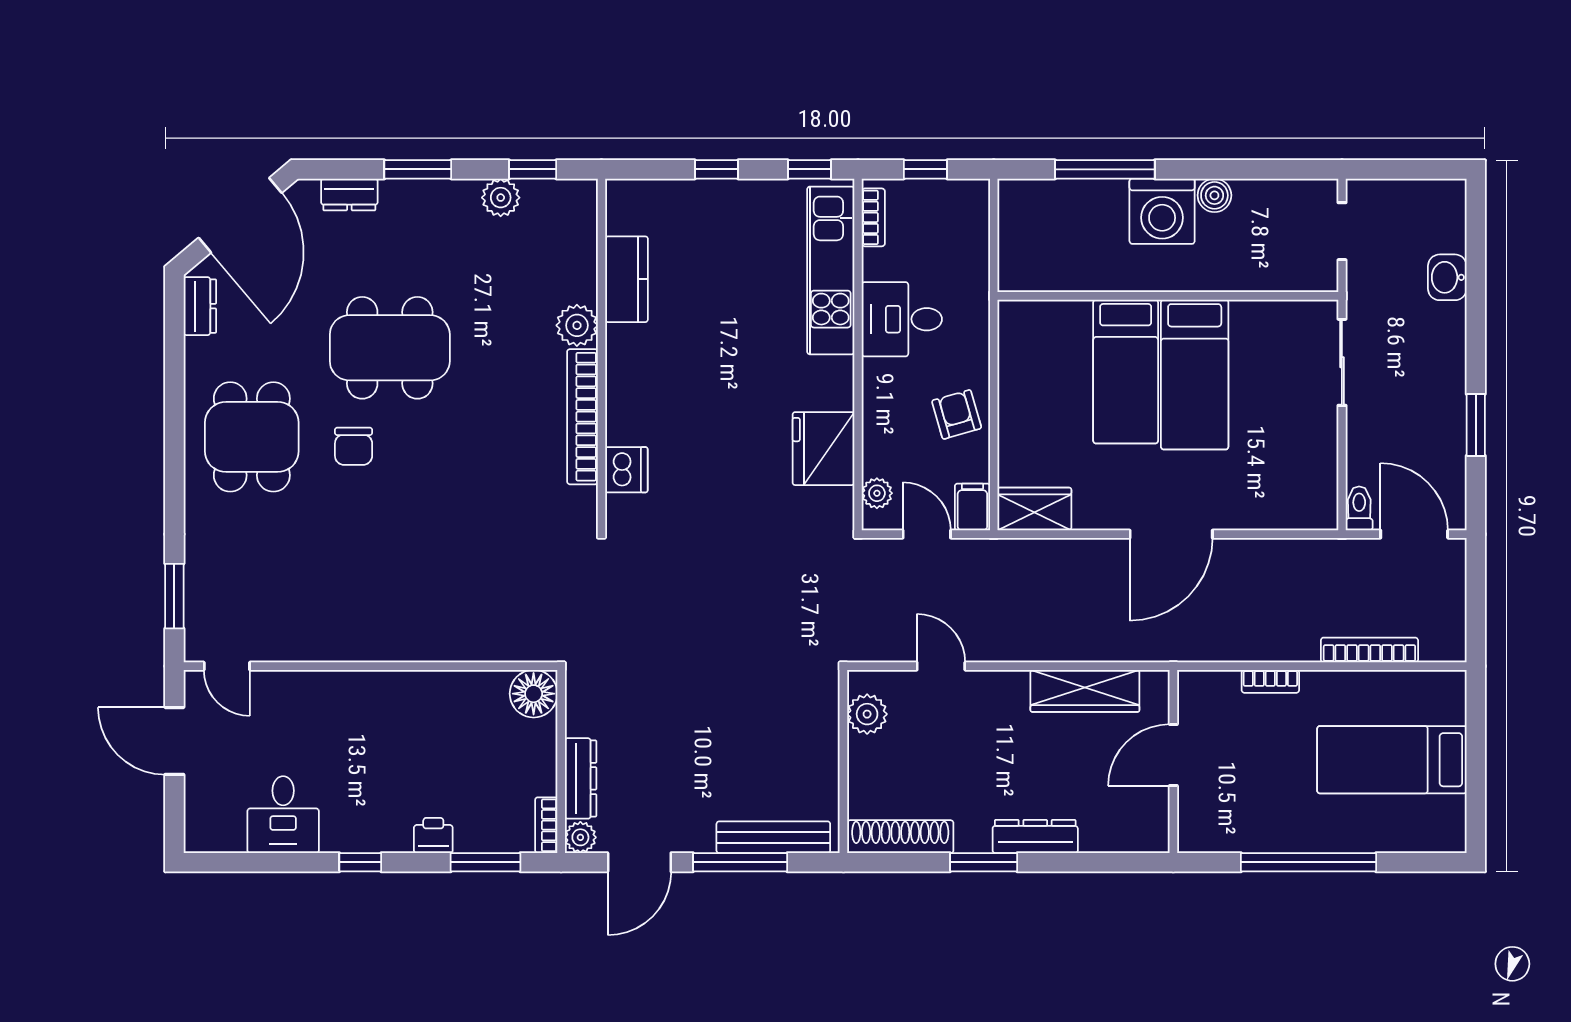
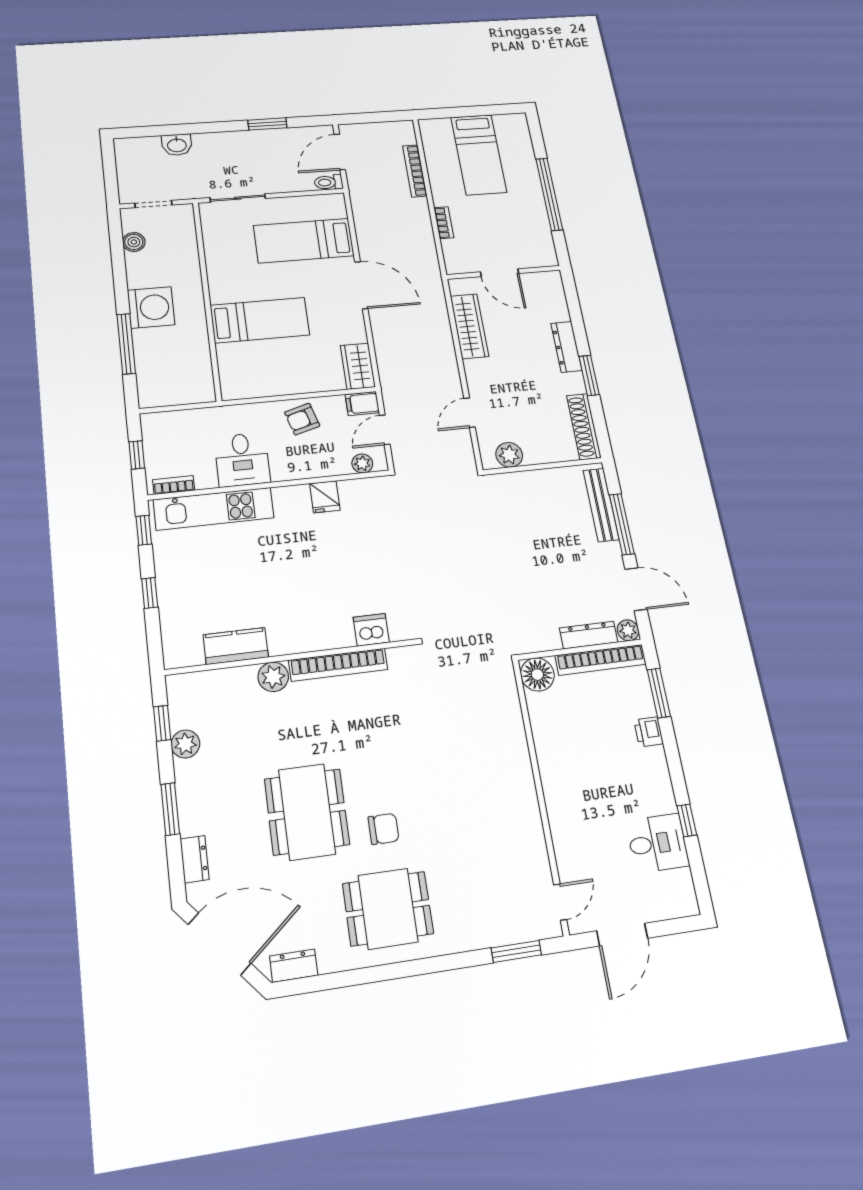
boiler: (1214, 195) -> (134, 242), moved
bed: (1195, 374) -> (304, 241), moved, turned 180
fridge: (823, 449) -> (325, 497), width x0.53, depth x0.75
bookcase: (546, 825) -> (601, 660), width x2.31, depth x1.31
window: (360, 862) -> (687, 820), moved

